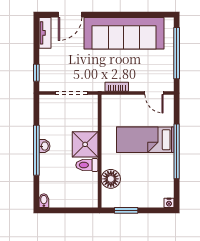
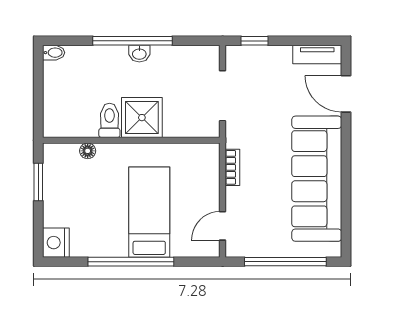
floor lamp: (111, 179) -> (88, 151), width x0.53, depth x0.53
nightstand: (169, 203) -> (56, 243), width x1.89, depth x1.79

